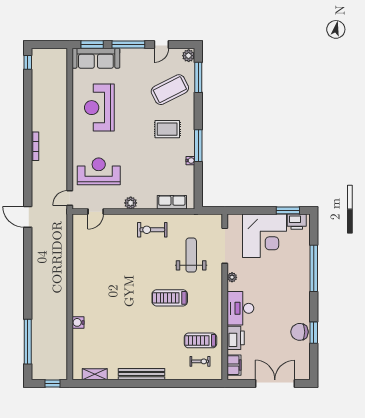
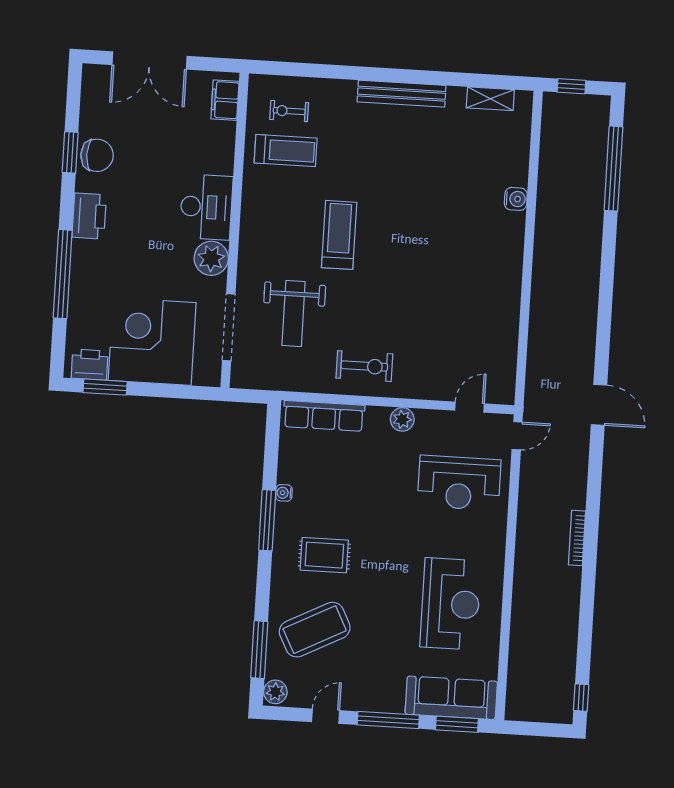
row of seats: (172, 202) -> (324, 416), width x1.48
plant: (232, 277) -> (211, 258), width x1.87, depth x1.87
treadmill: (170, 298) -> (339, 235), turned -90
printer: (236, 338) -> (89, 216), moved, turned 180

